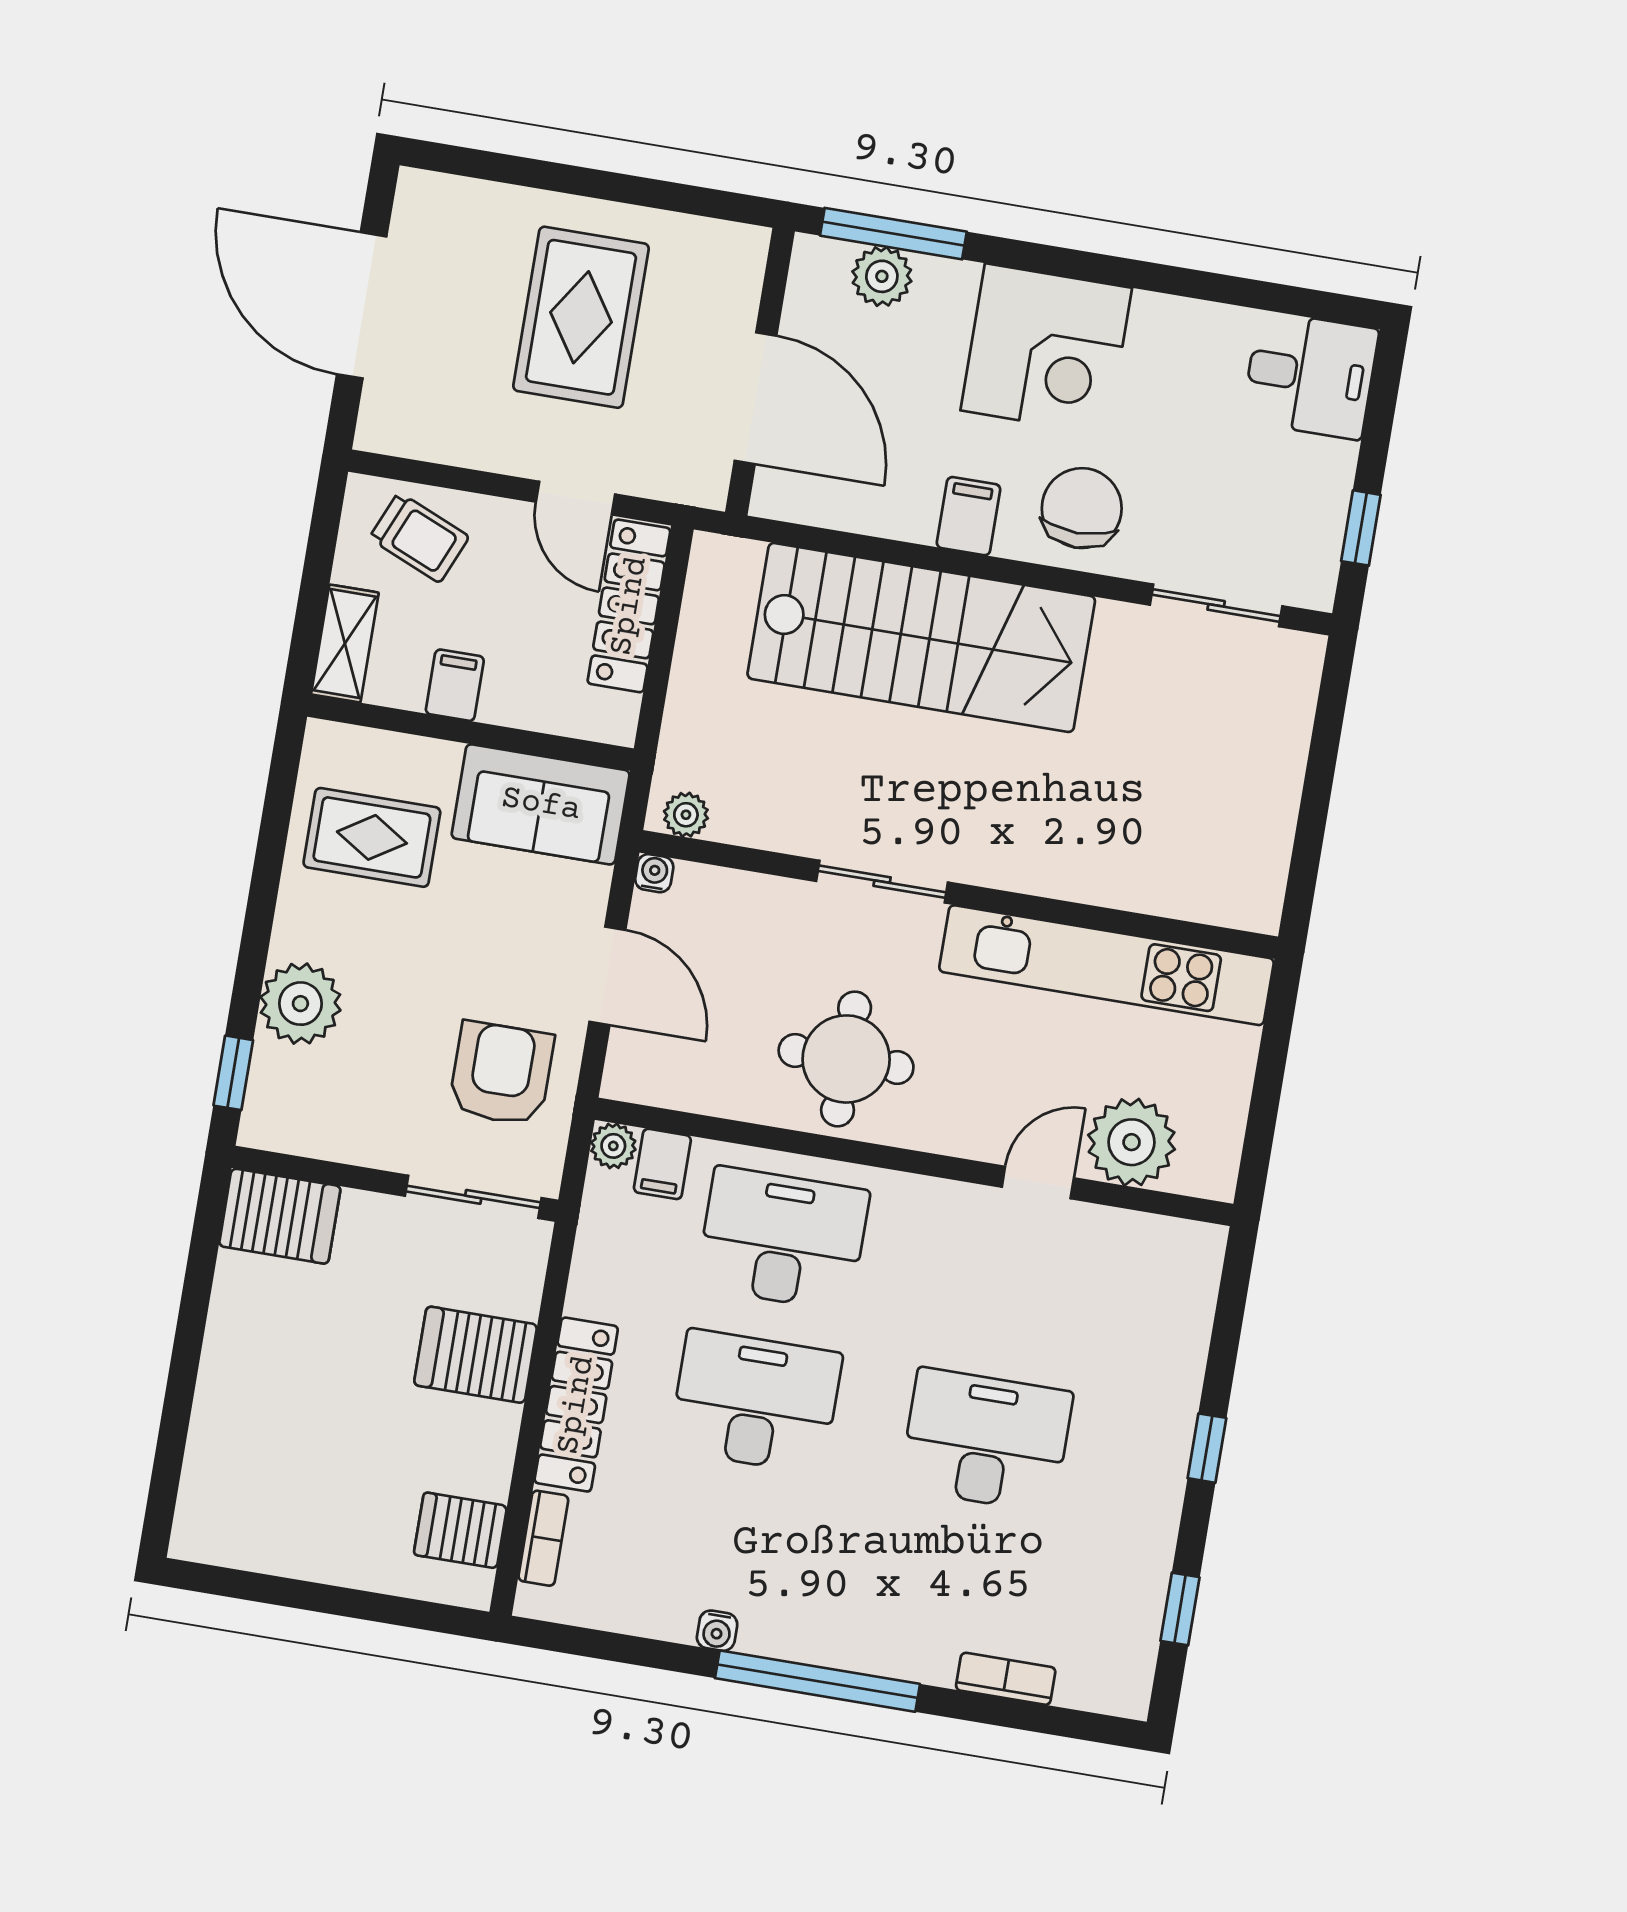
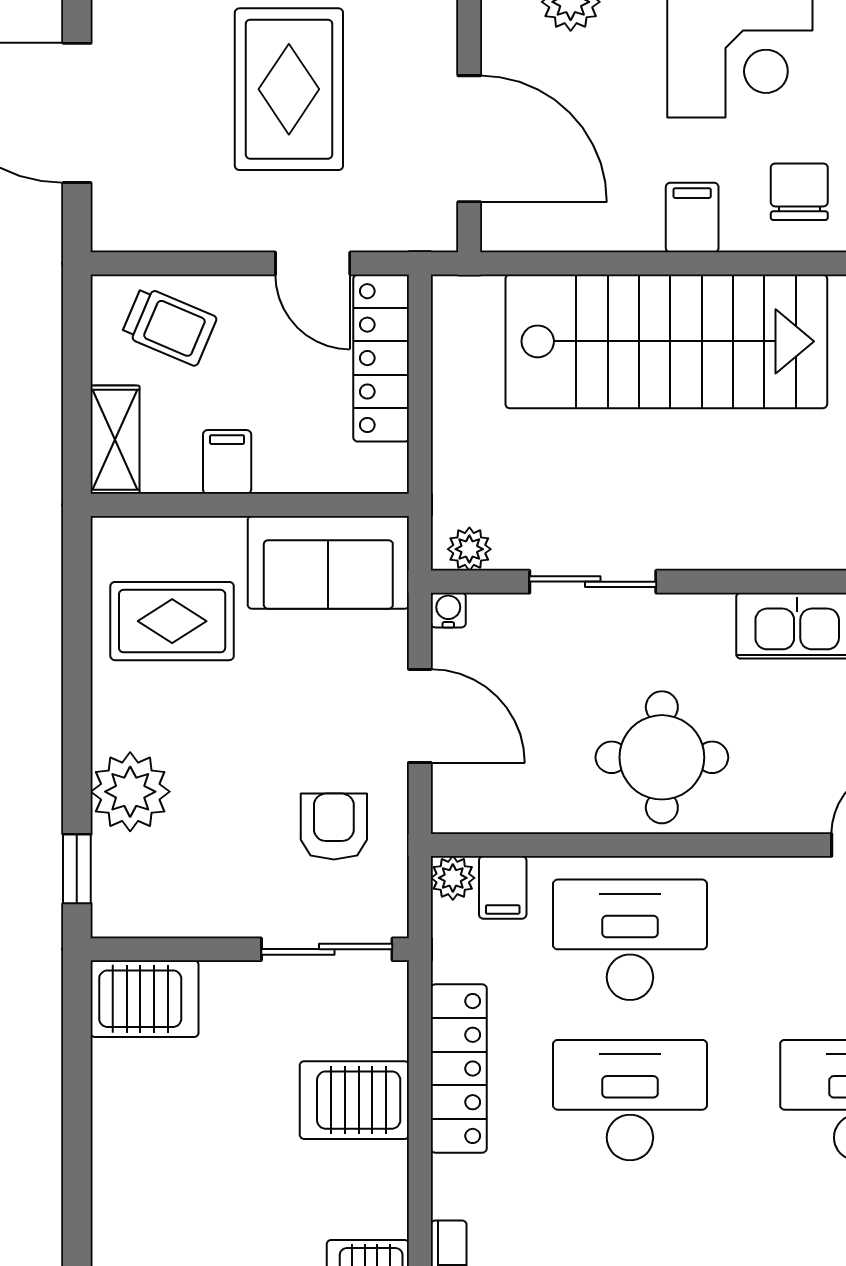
chair: (1082, 508) -> (799, 192), width x0.73, depth x0.73
sliding door: (882, 882) -> (593, 582), moved
armchair: (501, 1074) -> (334, 827), width x0.72, depth x0.72
locker: (576, 1405) -> (459, 1069), moved

